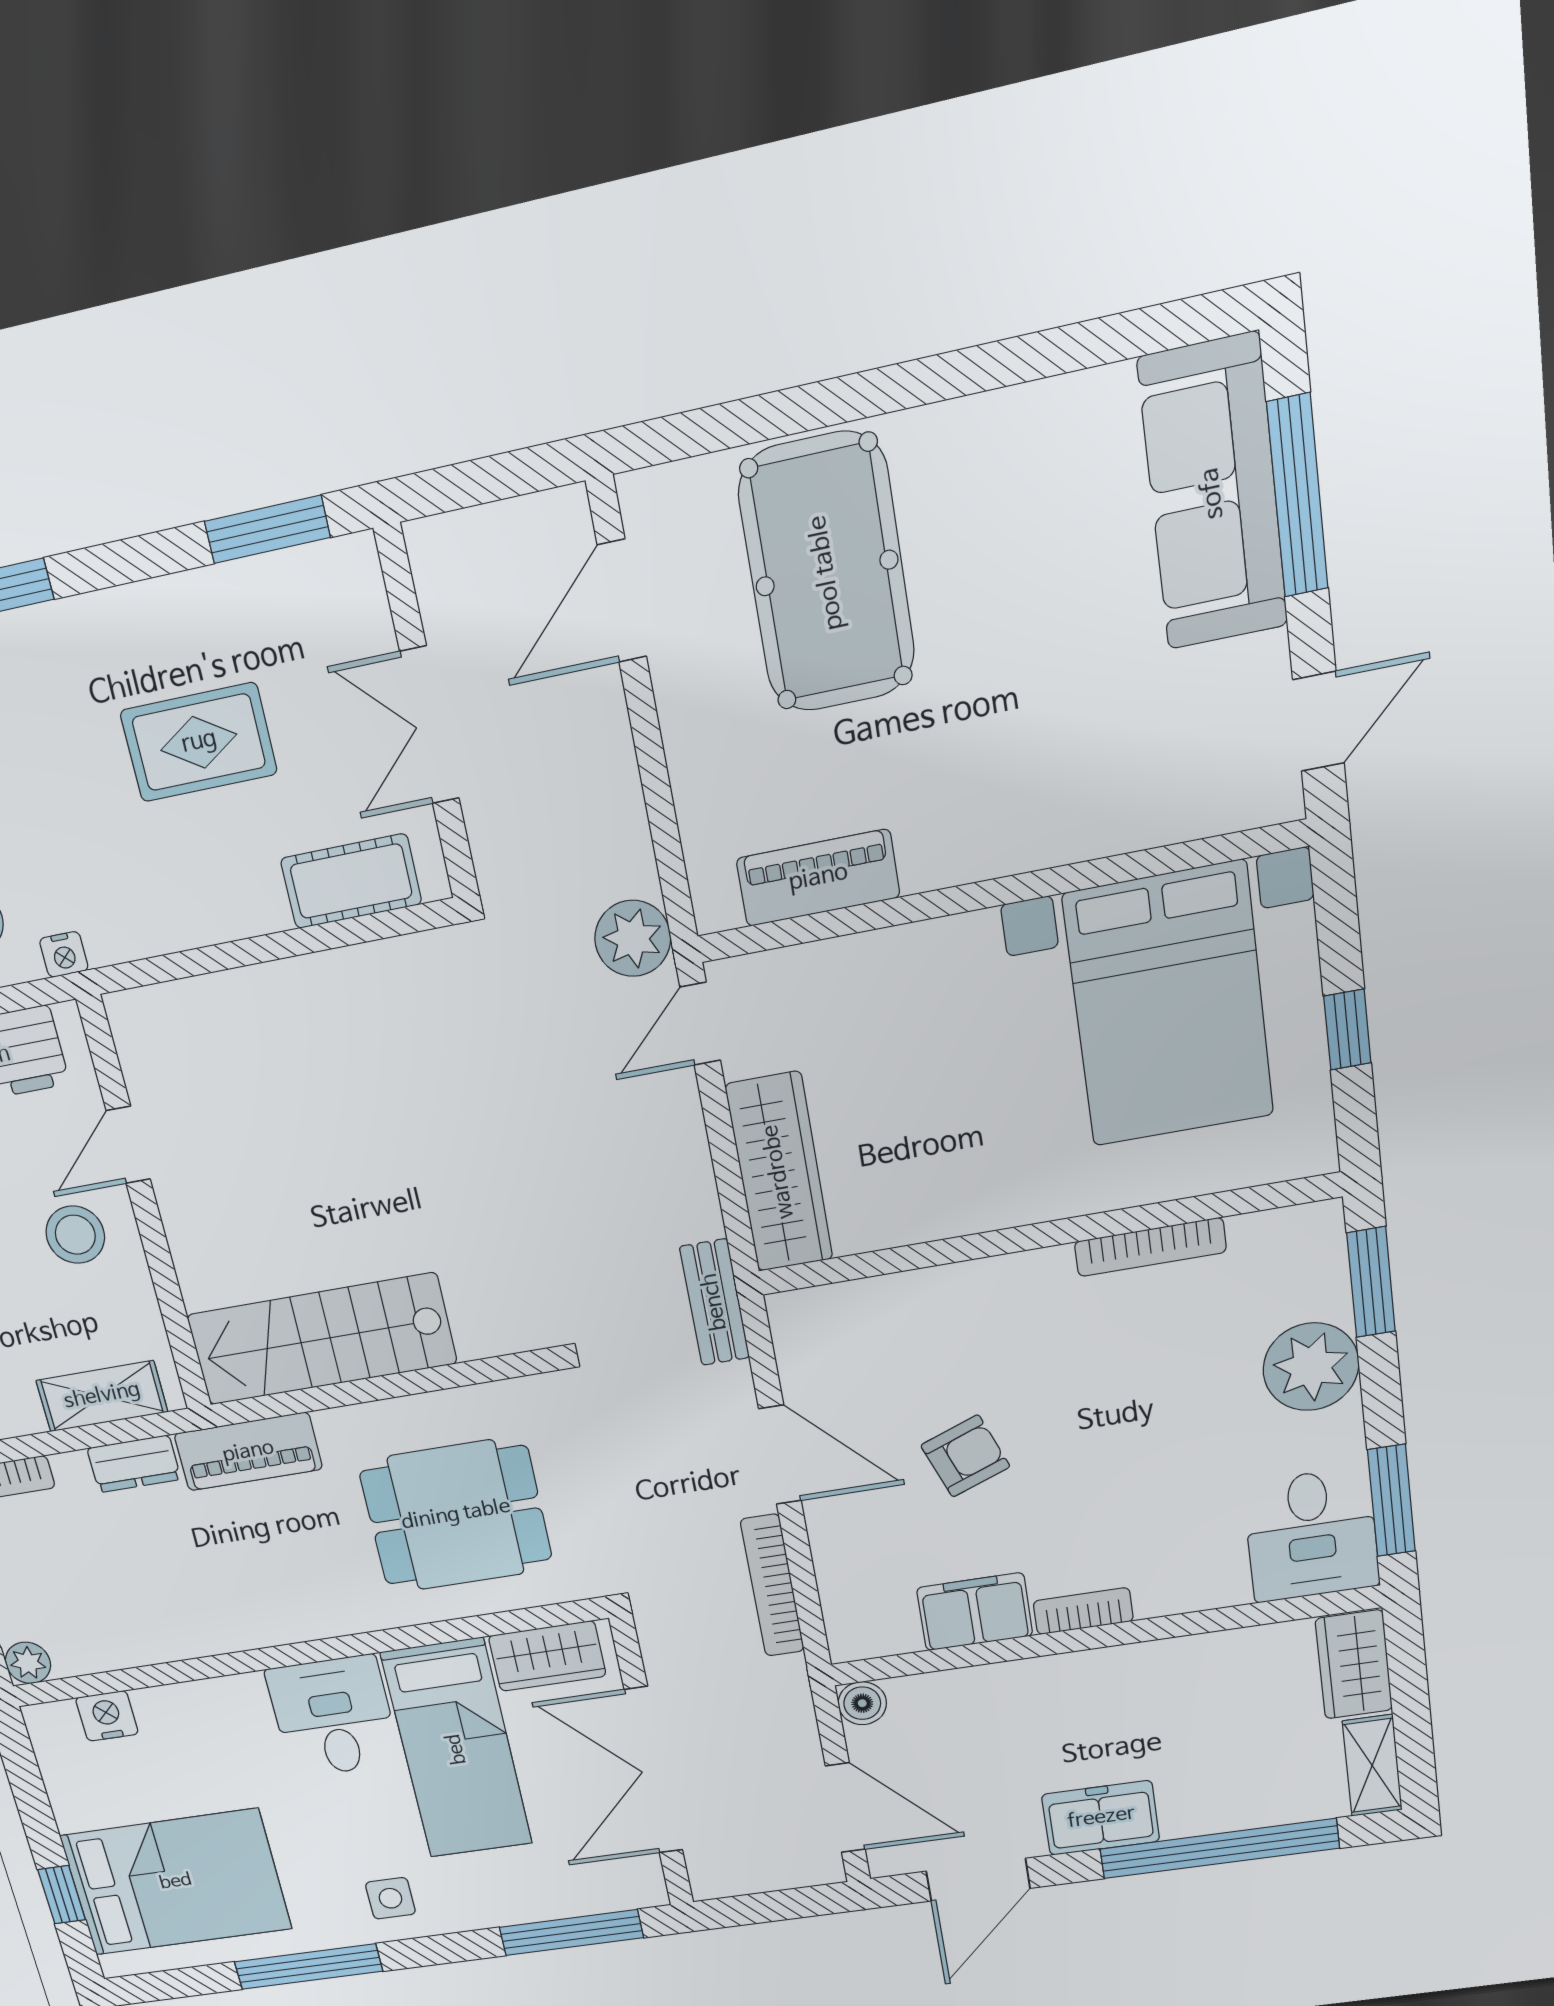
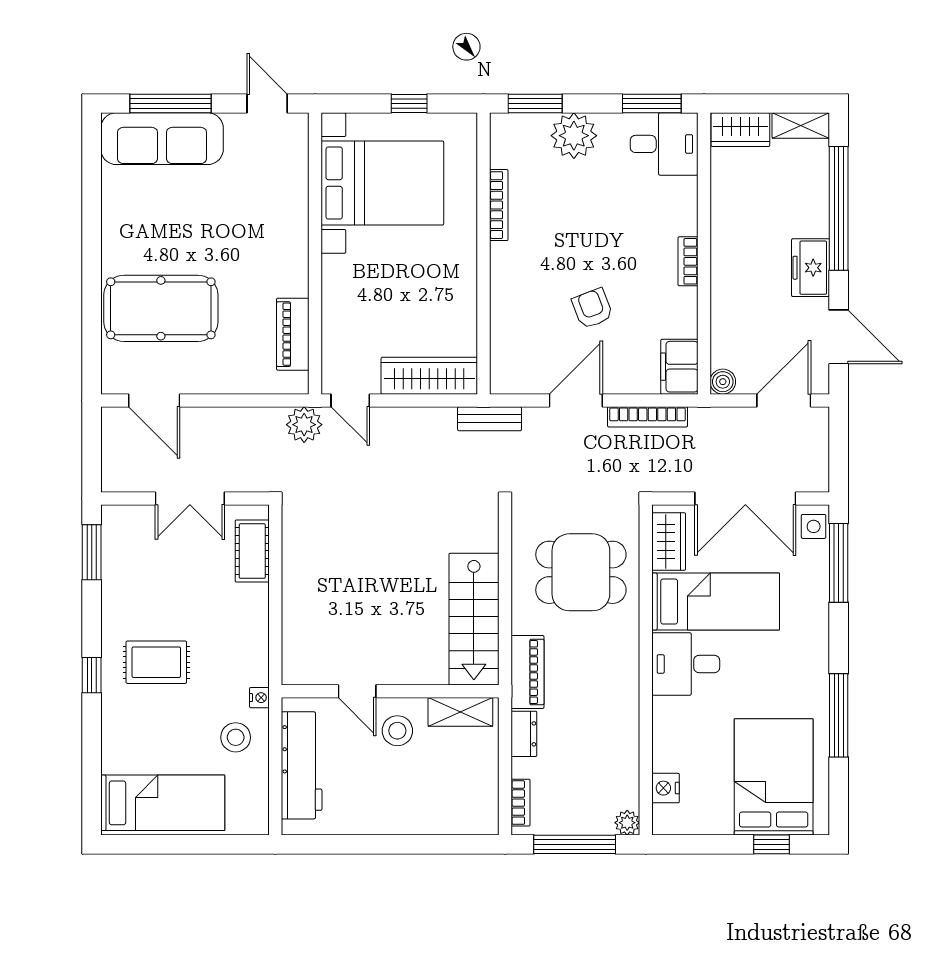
rug: (199, 742) -> (156, 662), moved, turned 90
shelving: (102, 1396) -> (460, 712), moved, turned 90
dining table: (456, 1515) -> (581, 572), turned 90
filing cabinet: (975, 1612) -> (679, 367), moved
side table: (390, 1898) -> (814, 526), moved

